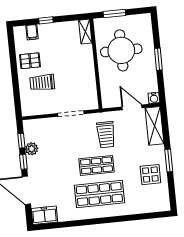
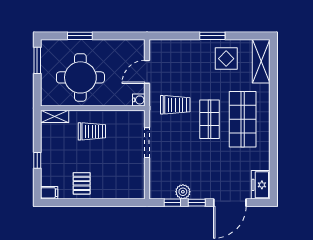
window: (114, 13) -> (37, 60), moved
filing cabinet: (32, 32) -> (49, 193), moved
window: (158, 59) -> (80, 36), moved
trolley: (42, 83) -> (92, 131), moved, turned -90
water cooler: (154, 98) -> (139, 100), moved
shelving: (155, 126) -> (261, 61), moved, turned 90

